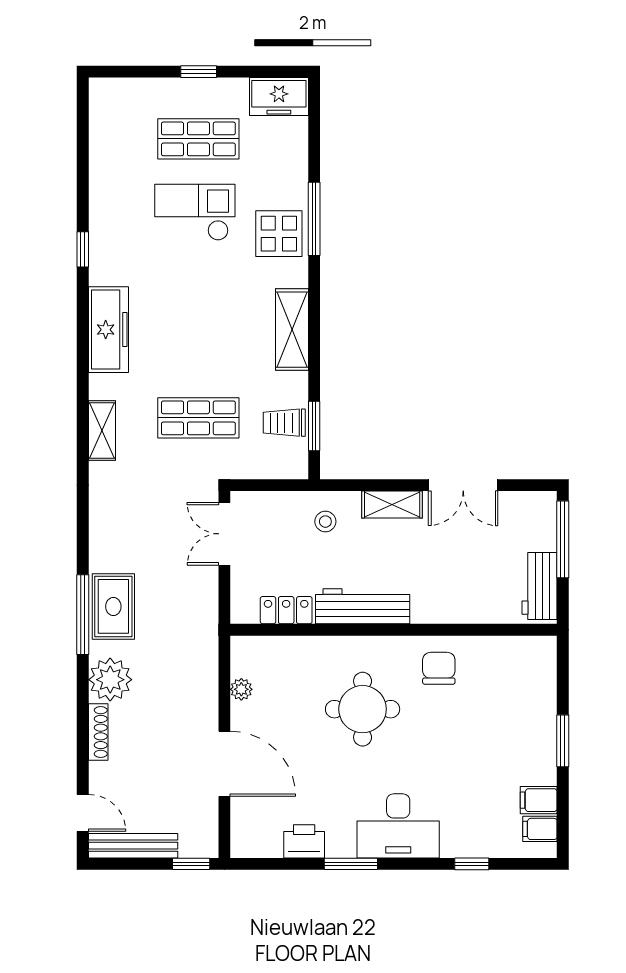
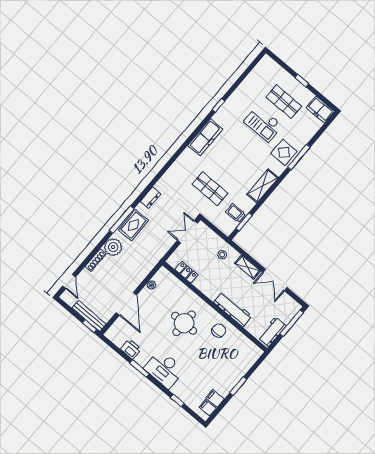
checkout: (195, 212) -> (263, 124), turned 180
shelving: (102, 430) -> (176, 167), removed
dresser: (102, 528) -> (151, 198), added
workbench: (363, 606) -> (233, 309), moved
bench: (133, 846) -> (89, 316), moved

